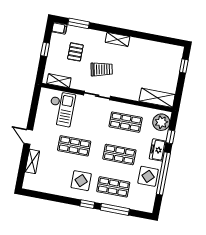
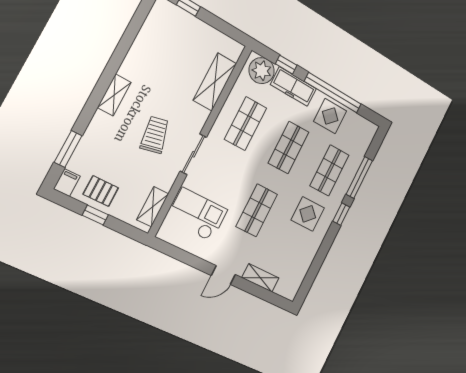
pallet: (75, 52) -> (101, 191), moved
shelving: (157, 98) -> (215, 82), moved
freezer: (158, 150) -> (293, 87), width x1.40

